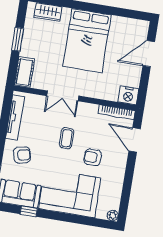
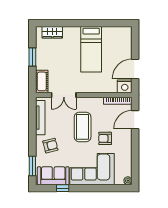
bed: (87, 41) -> (91, 49), width x0.67
door: (149, 54) -> (135, 69), moved
double door: (63, 96) -> (64, 95), moved
coffee table: (67, 138) -> (83, 127), width x1.86, depth x1.72
door: (135, 140) -> (135, 120), hinge flipped

